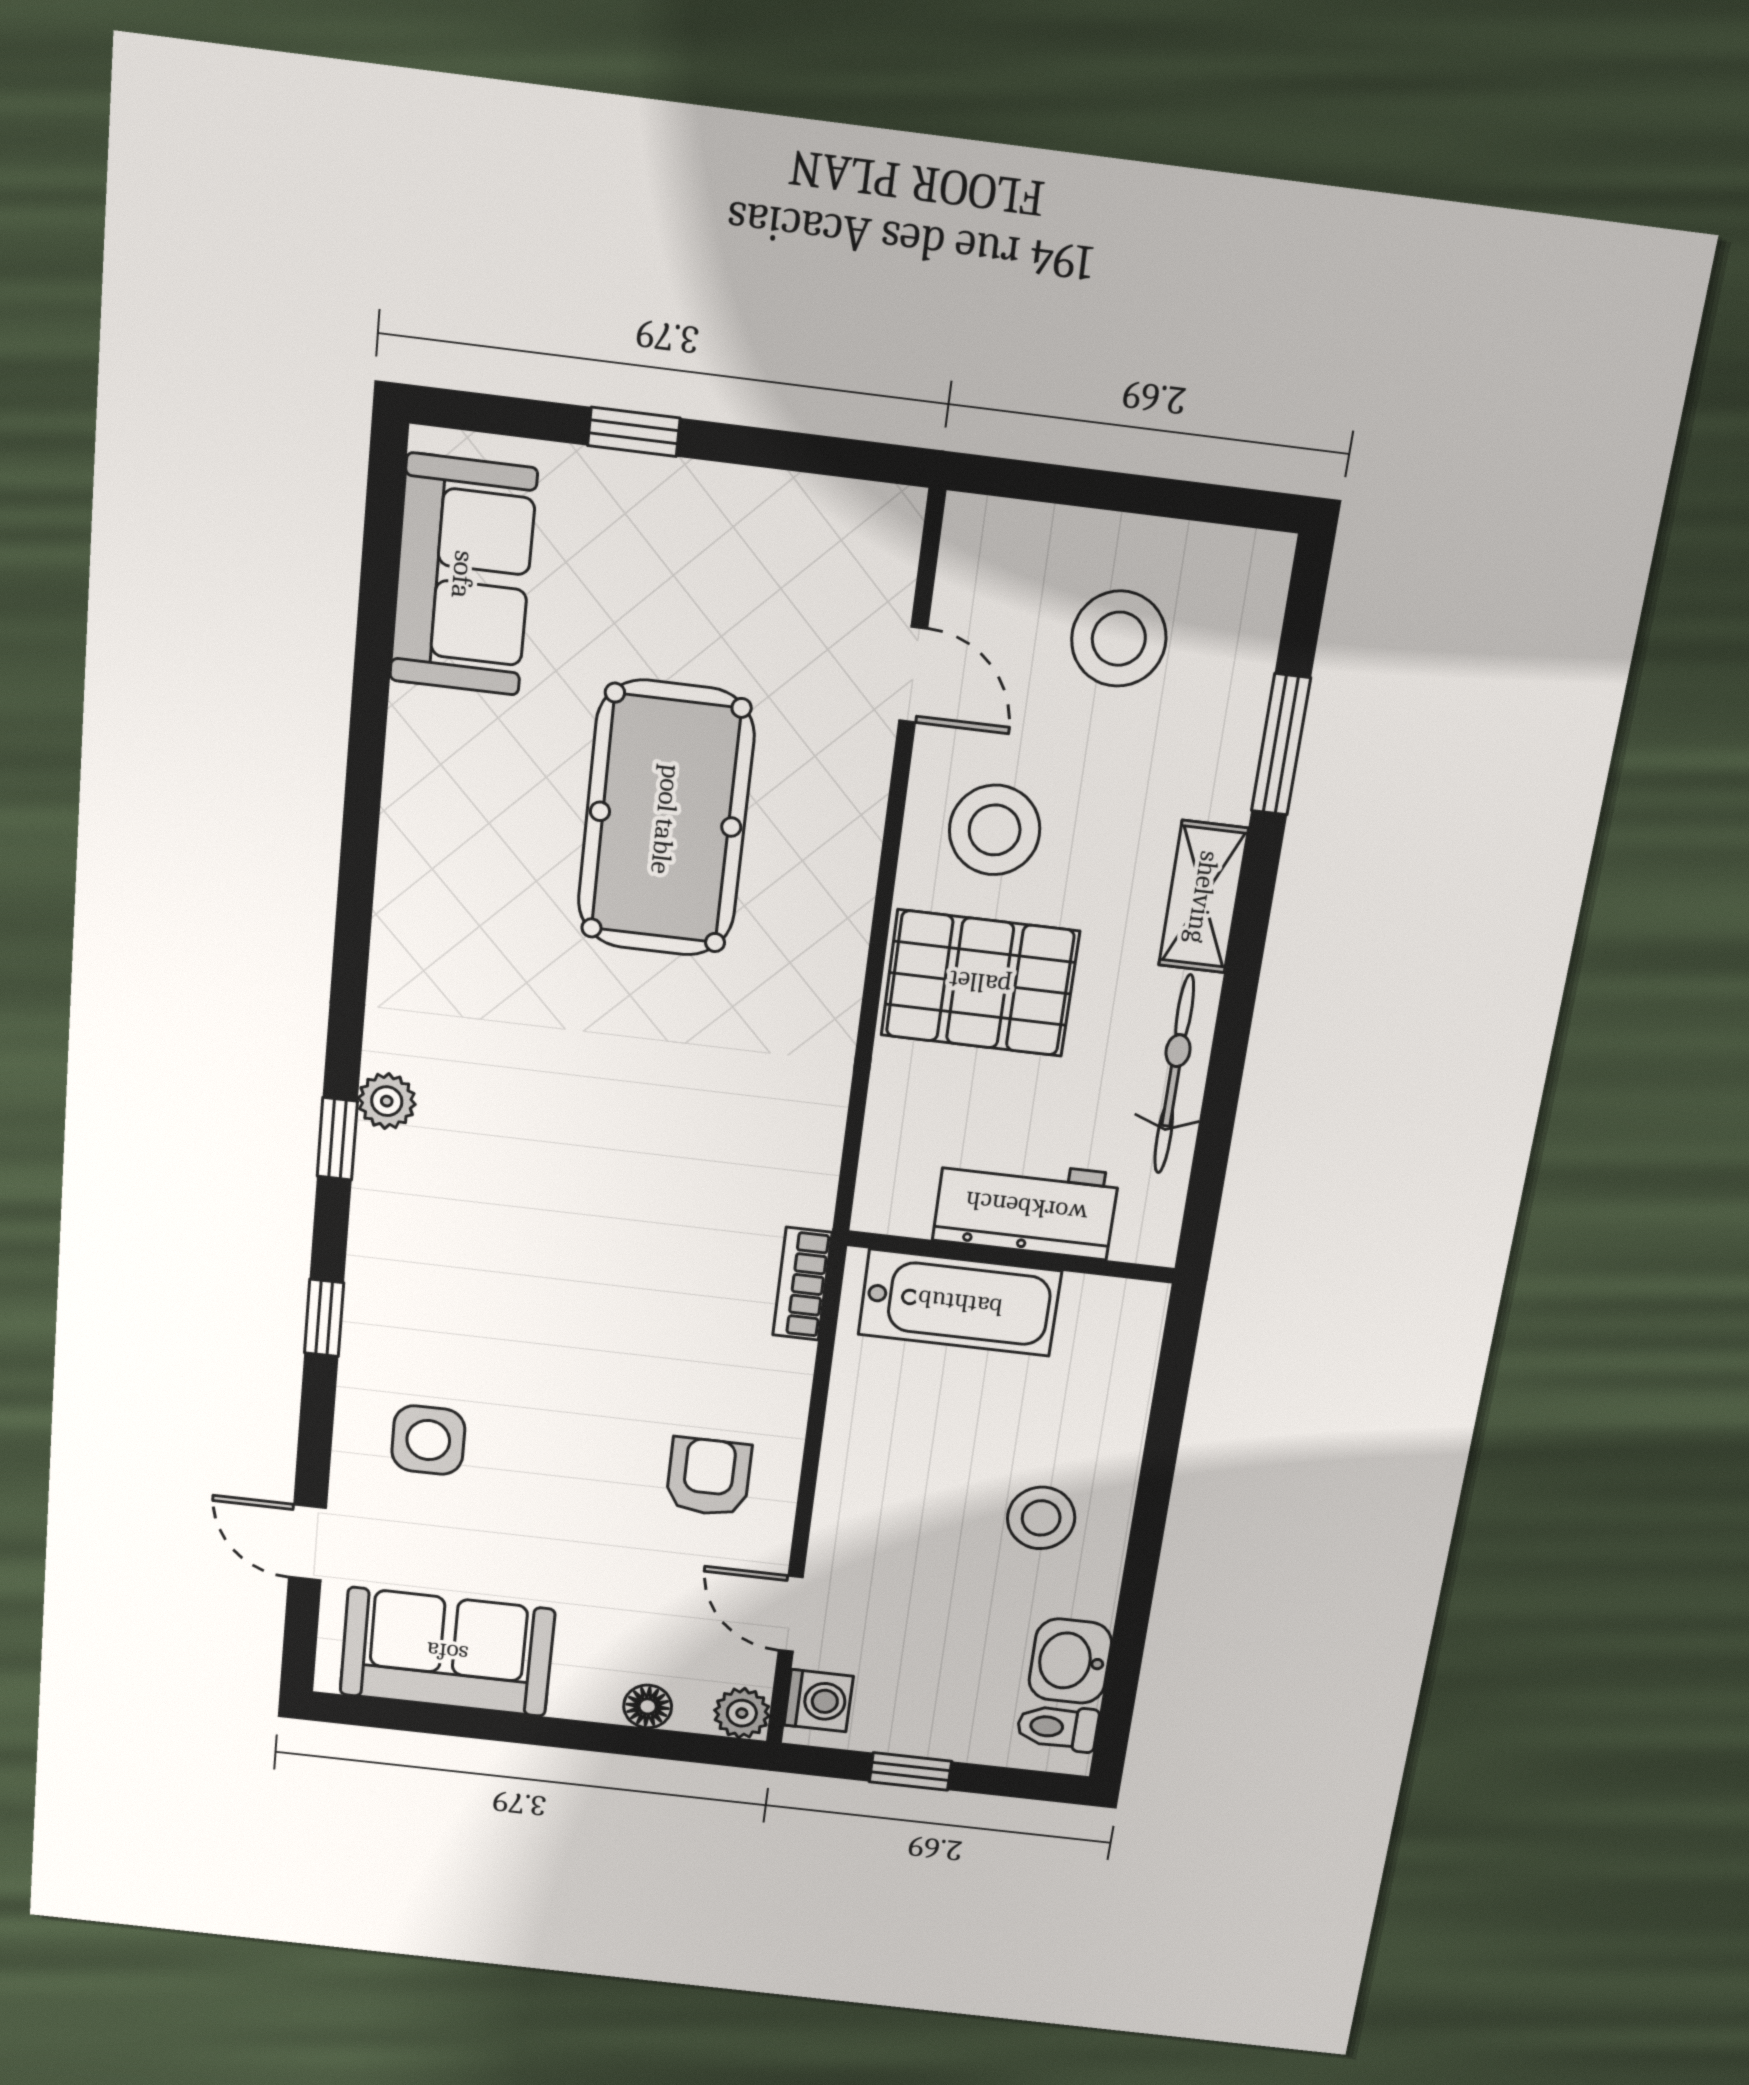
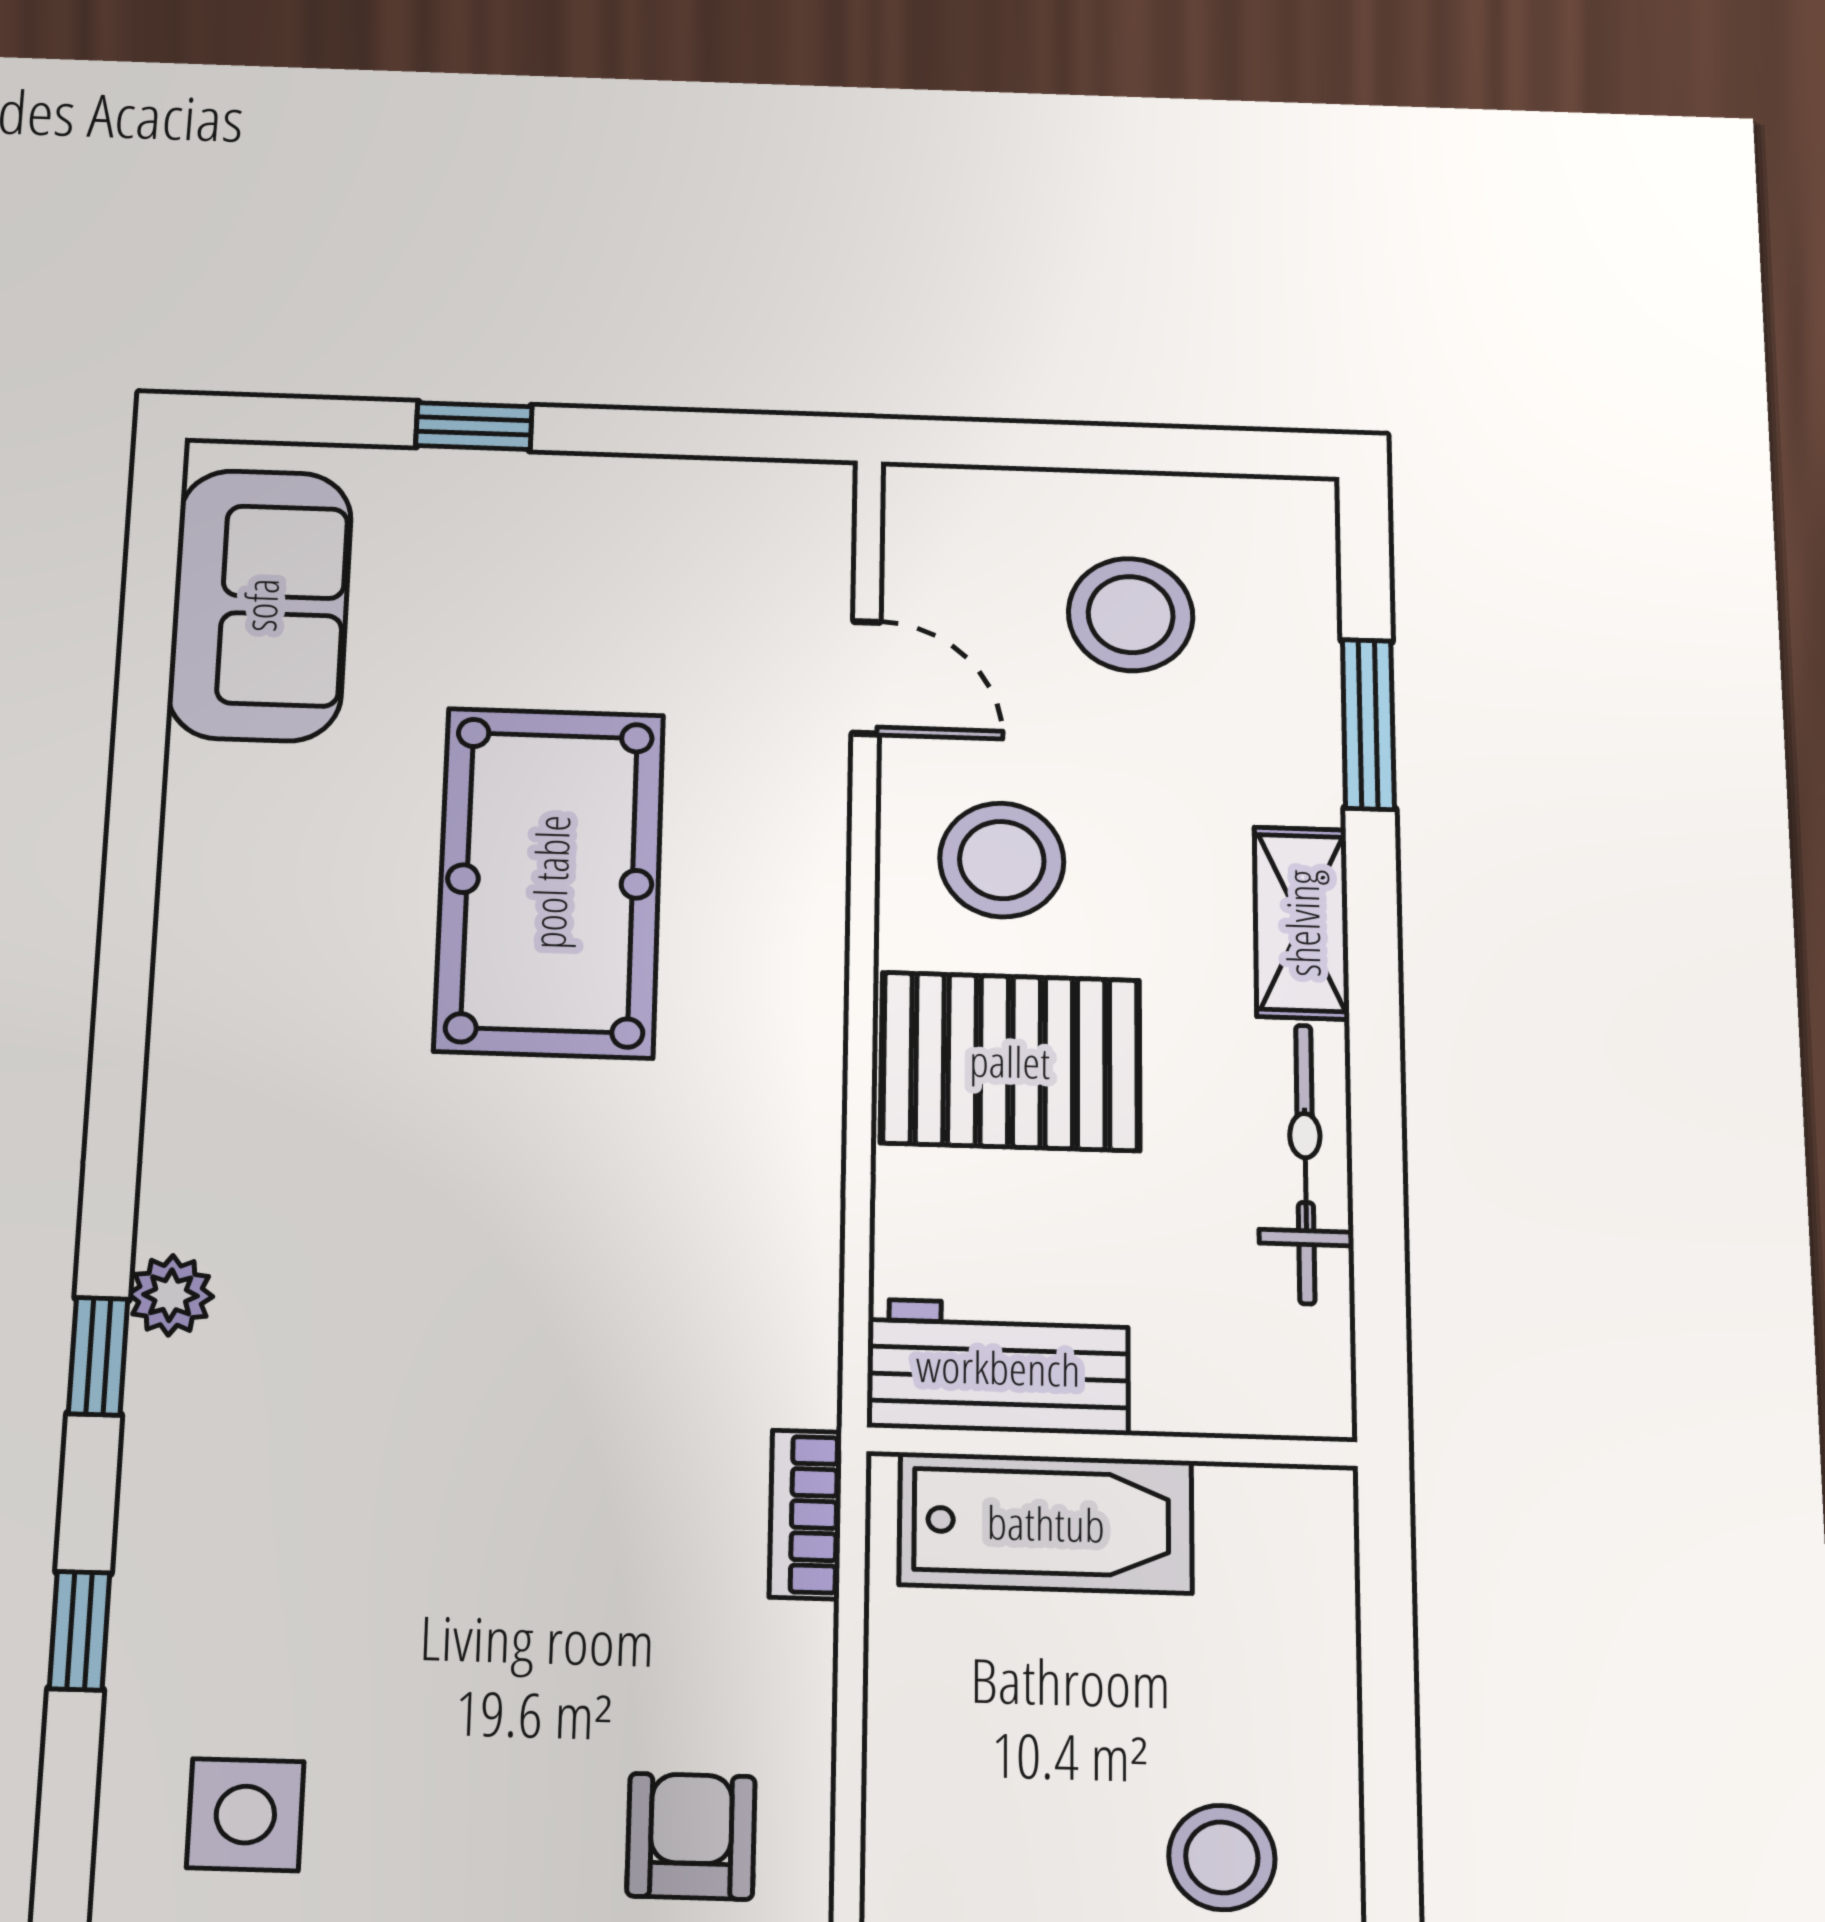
workbench: (1026, 1207) -> (998, 1367), moved

